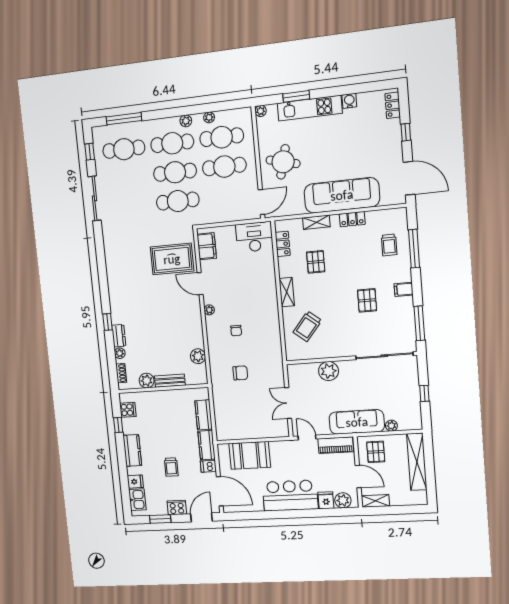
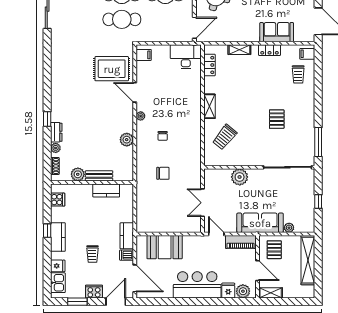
sofa: (342, 195) -> (277, 32), width x0.54, depth x0.79
filing cabinet: (207, 246) -> (144, 55), width x0.50
window: (414, 249) -> (318, 79), removed
pallet: (316, 262) -> (236, 83), removed
filing cabinet: (404, 289) -> (307, 54), moved
plant: (198, 356) -> (127, 140), moved
kitchen counter: (204, 415) -> (106, 190), moved, turned -90
window: (118, 425) -> (47, 231), moved

